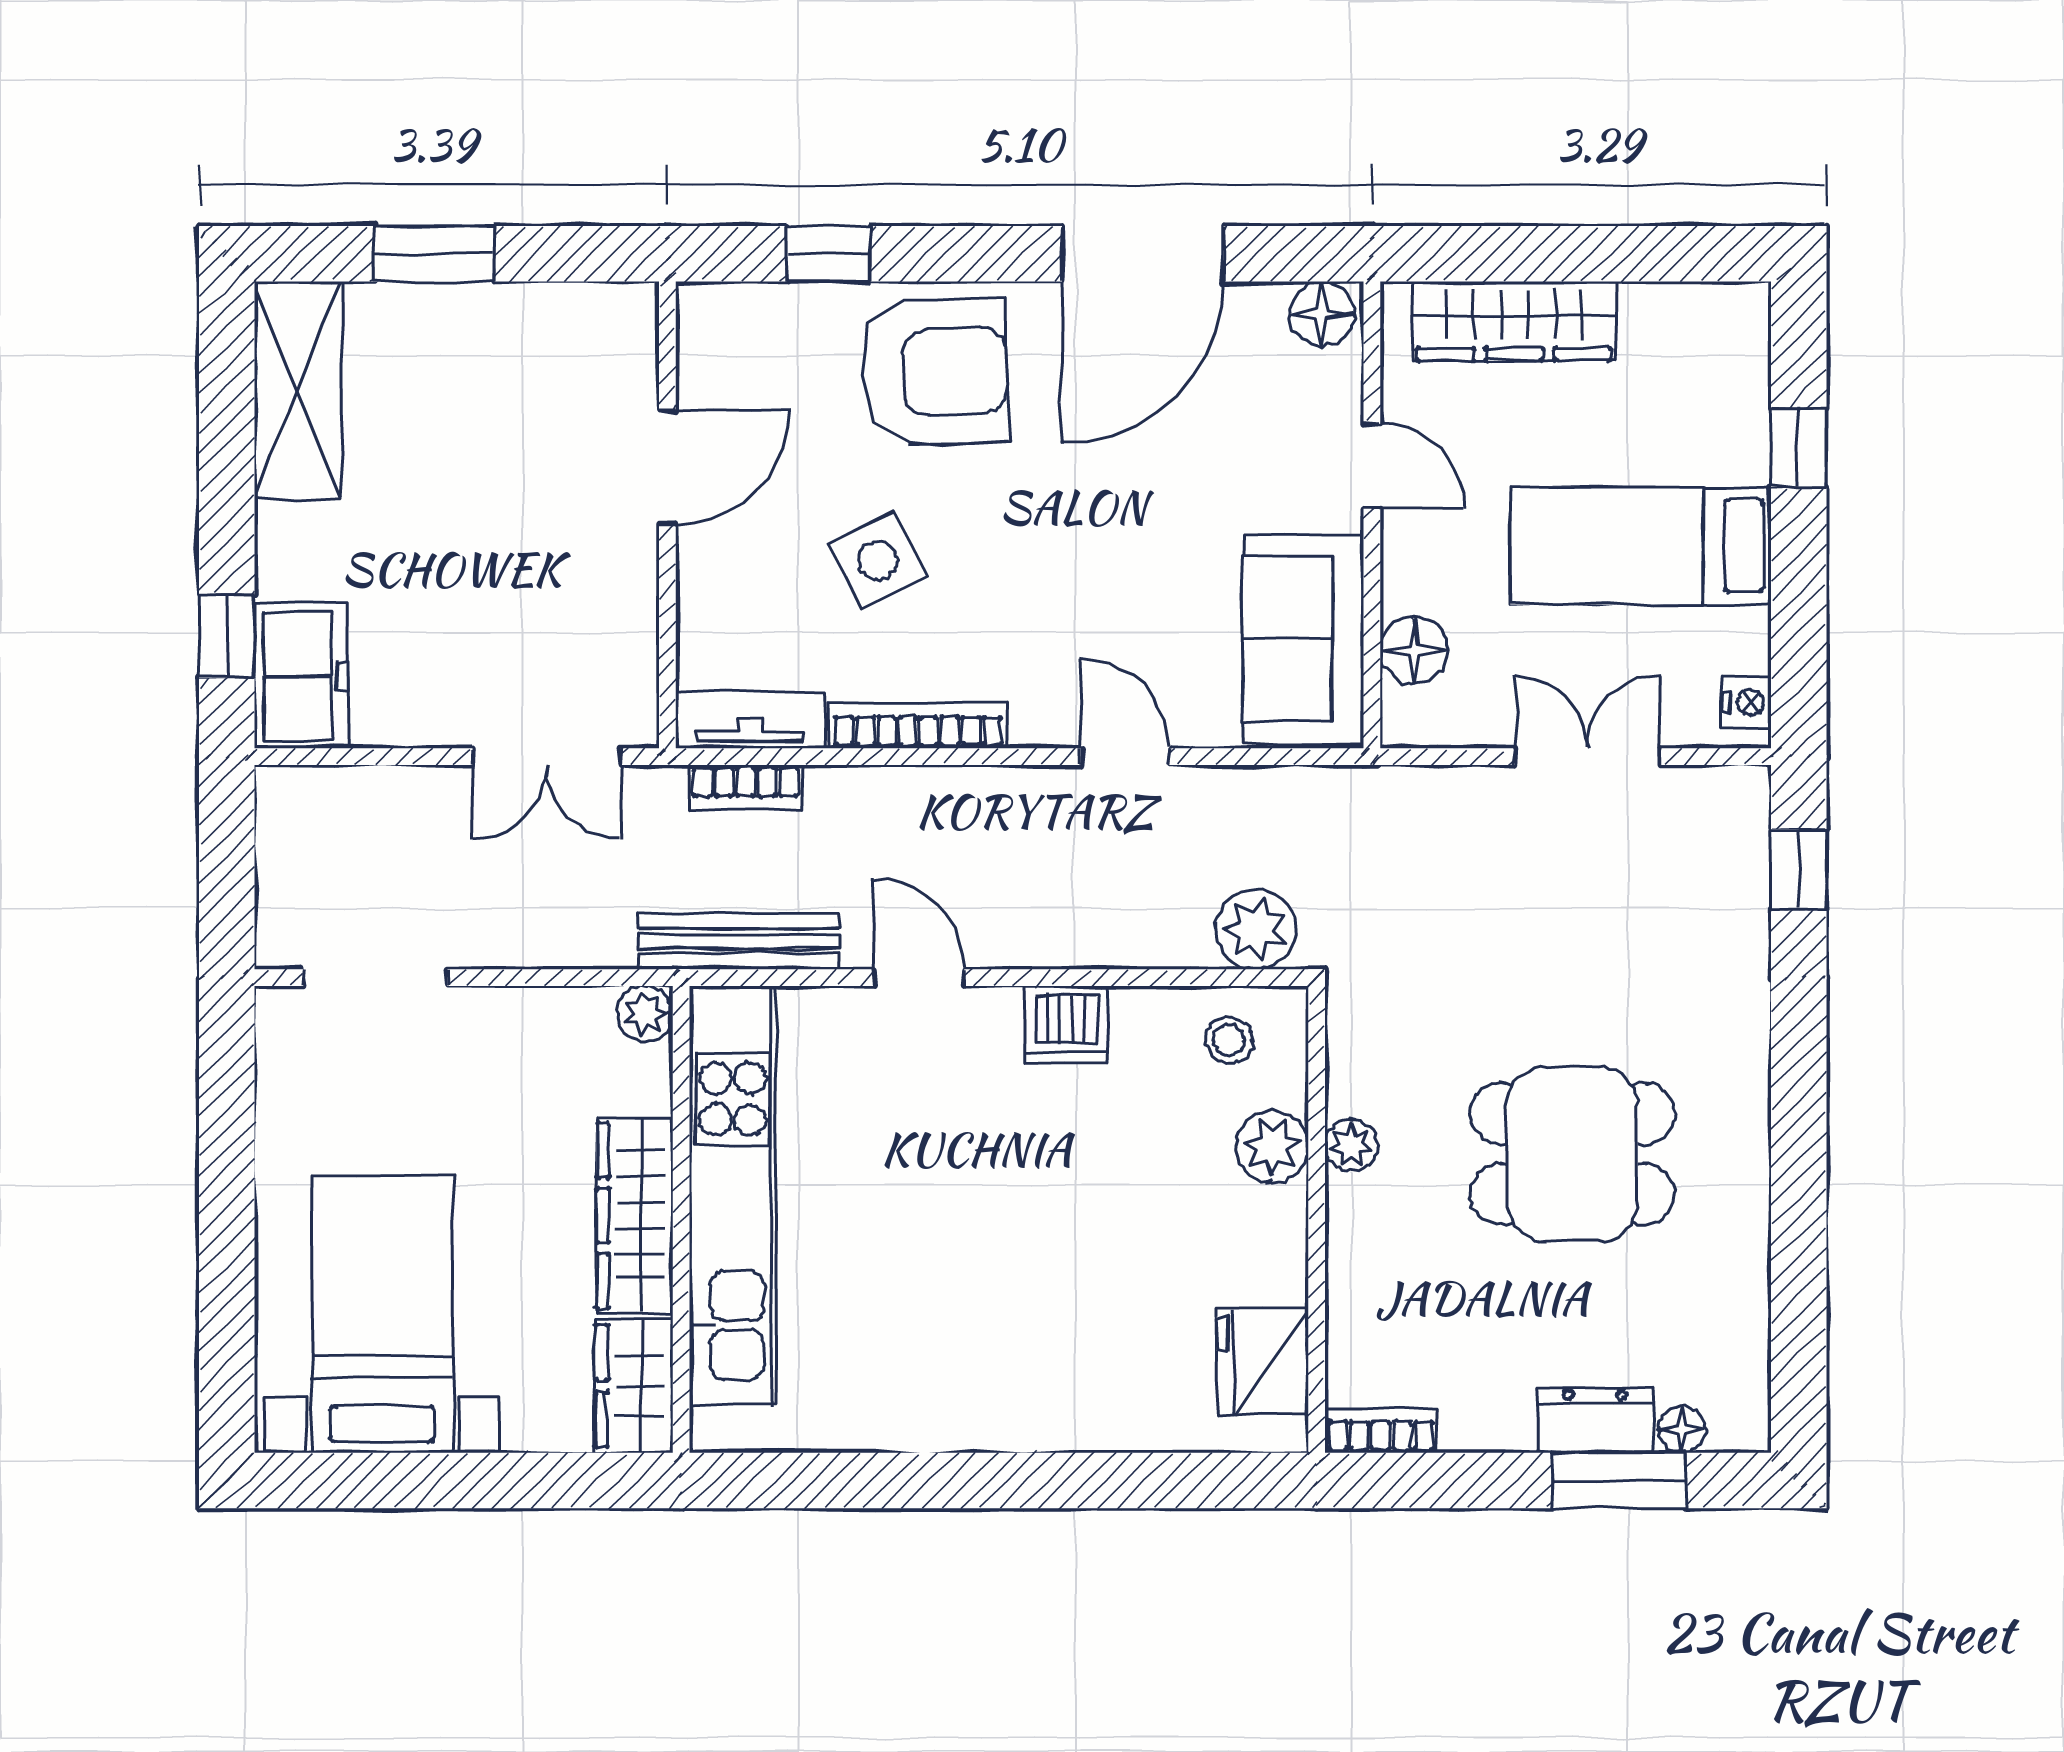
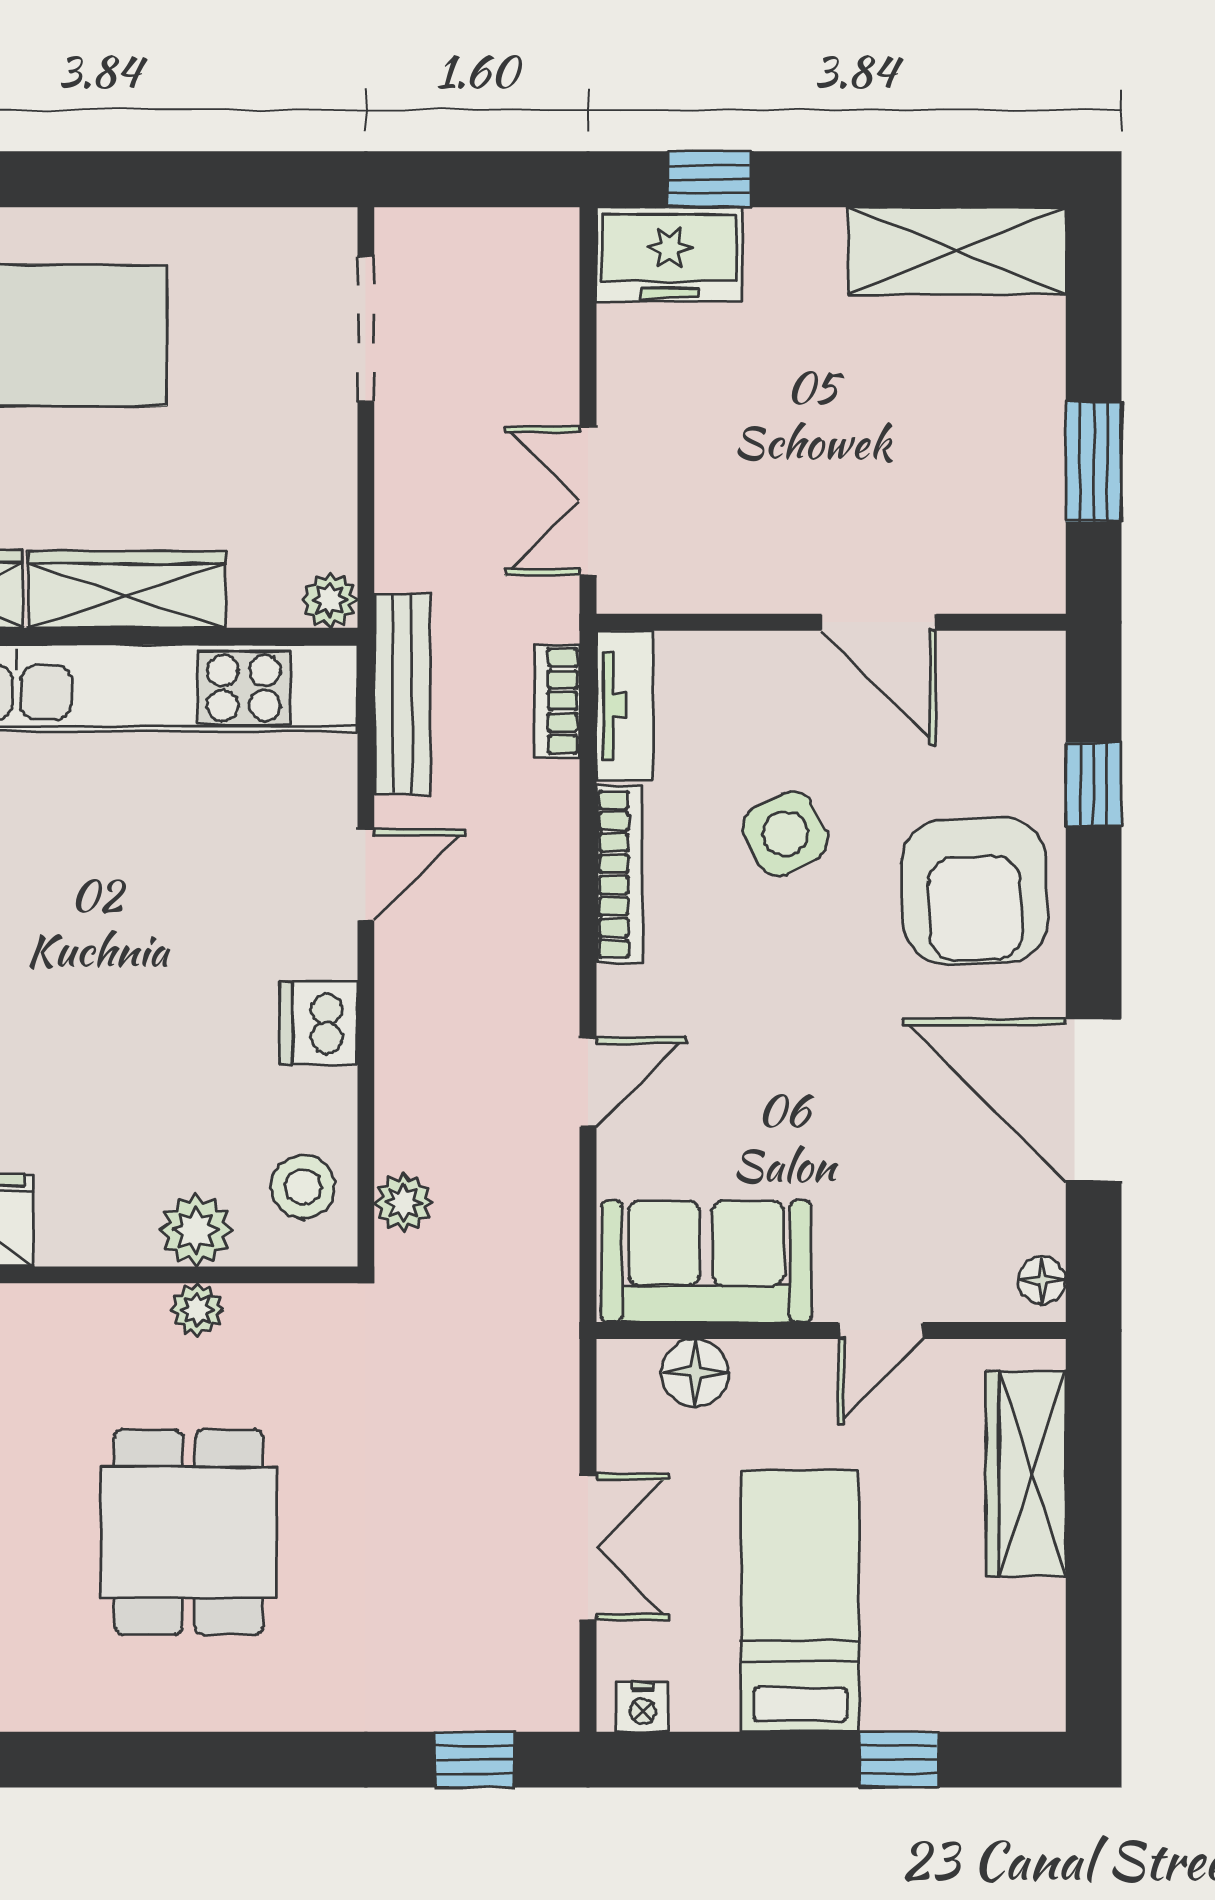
window: (434, 254) -> (1094, 461), moved
floor lamp: (1322, 314) -> (1042, 1280), width x0.73, depth x0.73
plant: (1256, 929) -> (404, 1202), width x0.73, depth x0.73
stool: (1229, 1040) -> (303, 1187), width x1.37, depth x1.37

